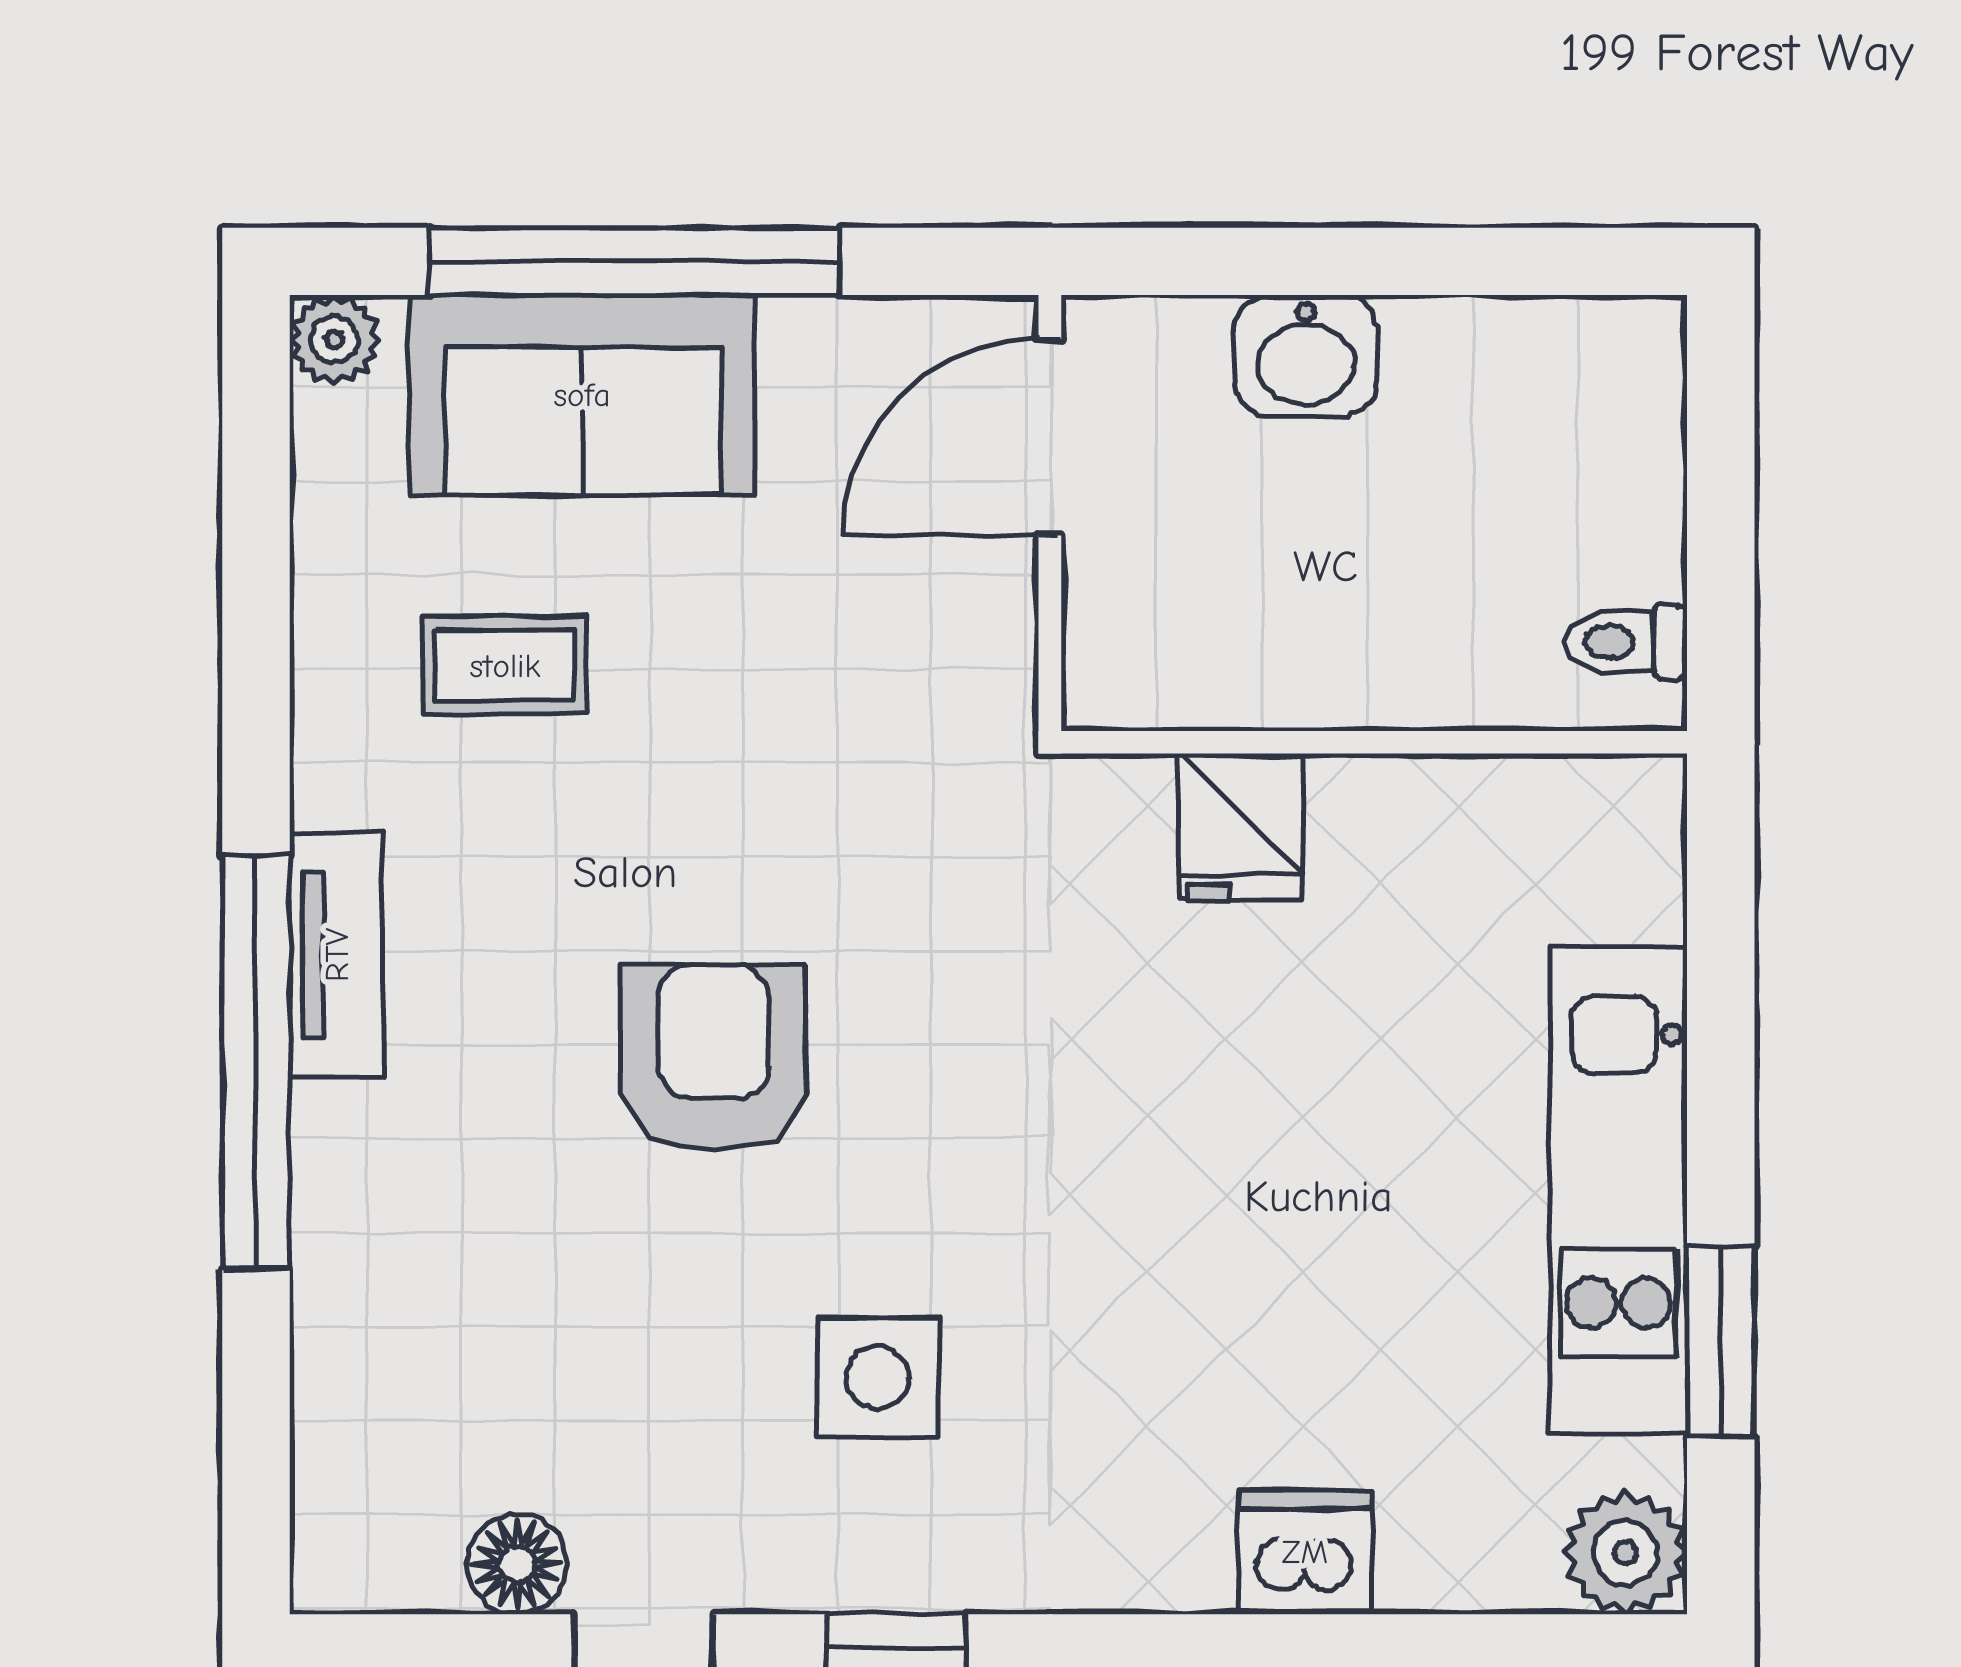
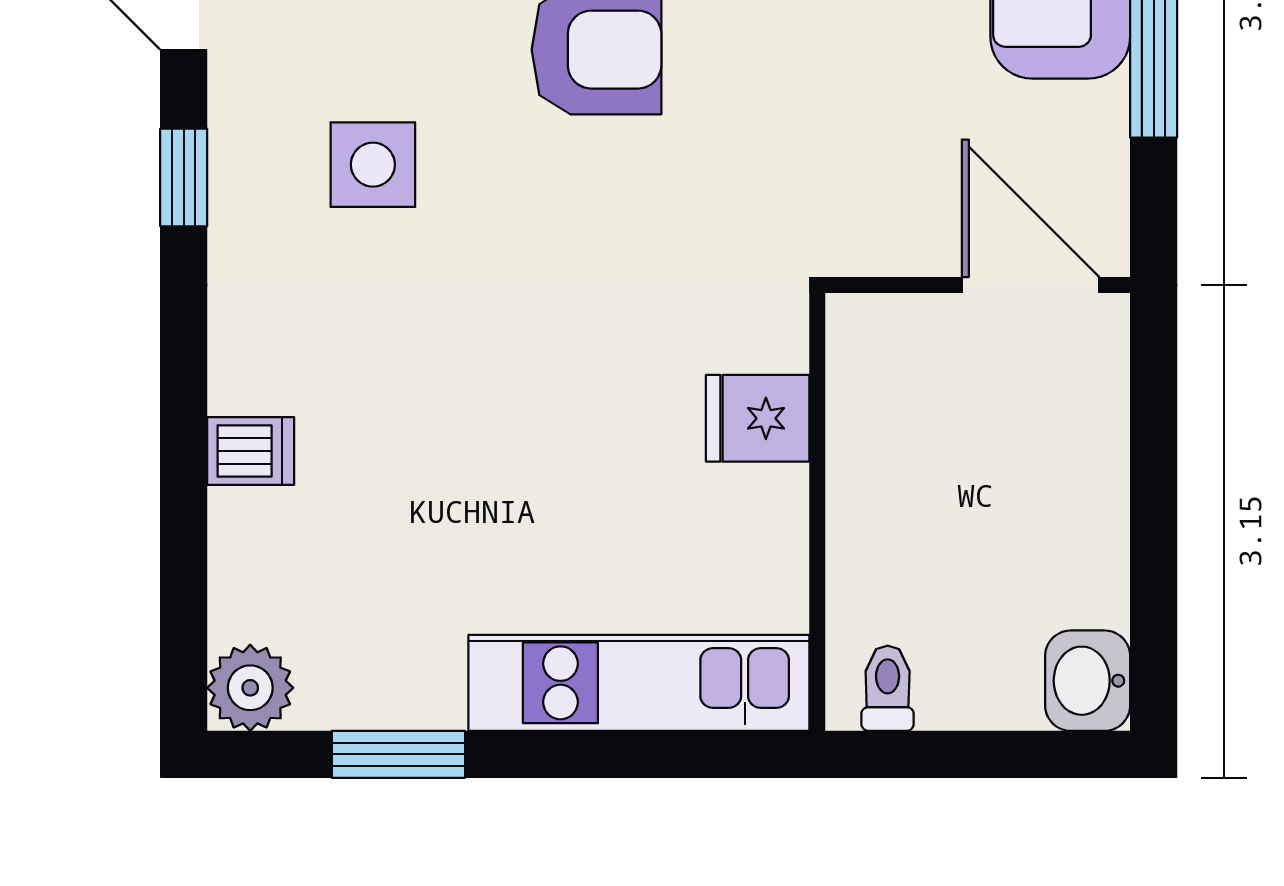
washbasin: (1306, 356) -> (1088, 681), moved
kitchen unit: (1618, 1191) -> (639, 683), moved
dishwasher: (1305, 1552) -> (251, 451), width x0.73

